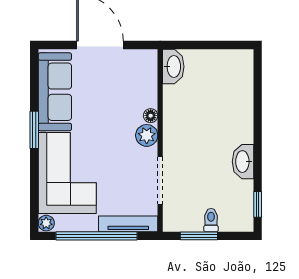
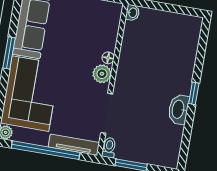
washbasin: (173, 67) -> (132, 13), width x0.52, depth x0.69
window: (258, 204) -> (194, 93), moved
toilet: (211, 220) -> (109, 148), moved

